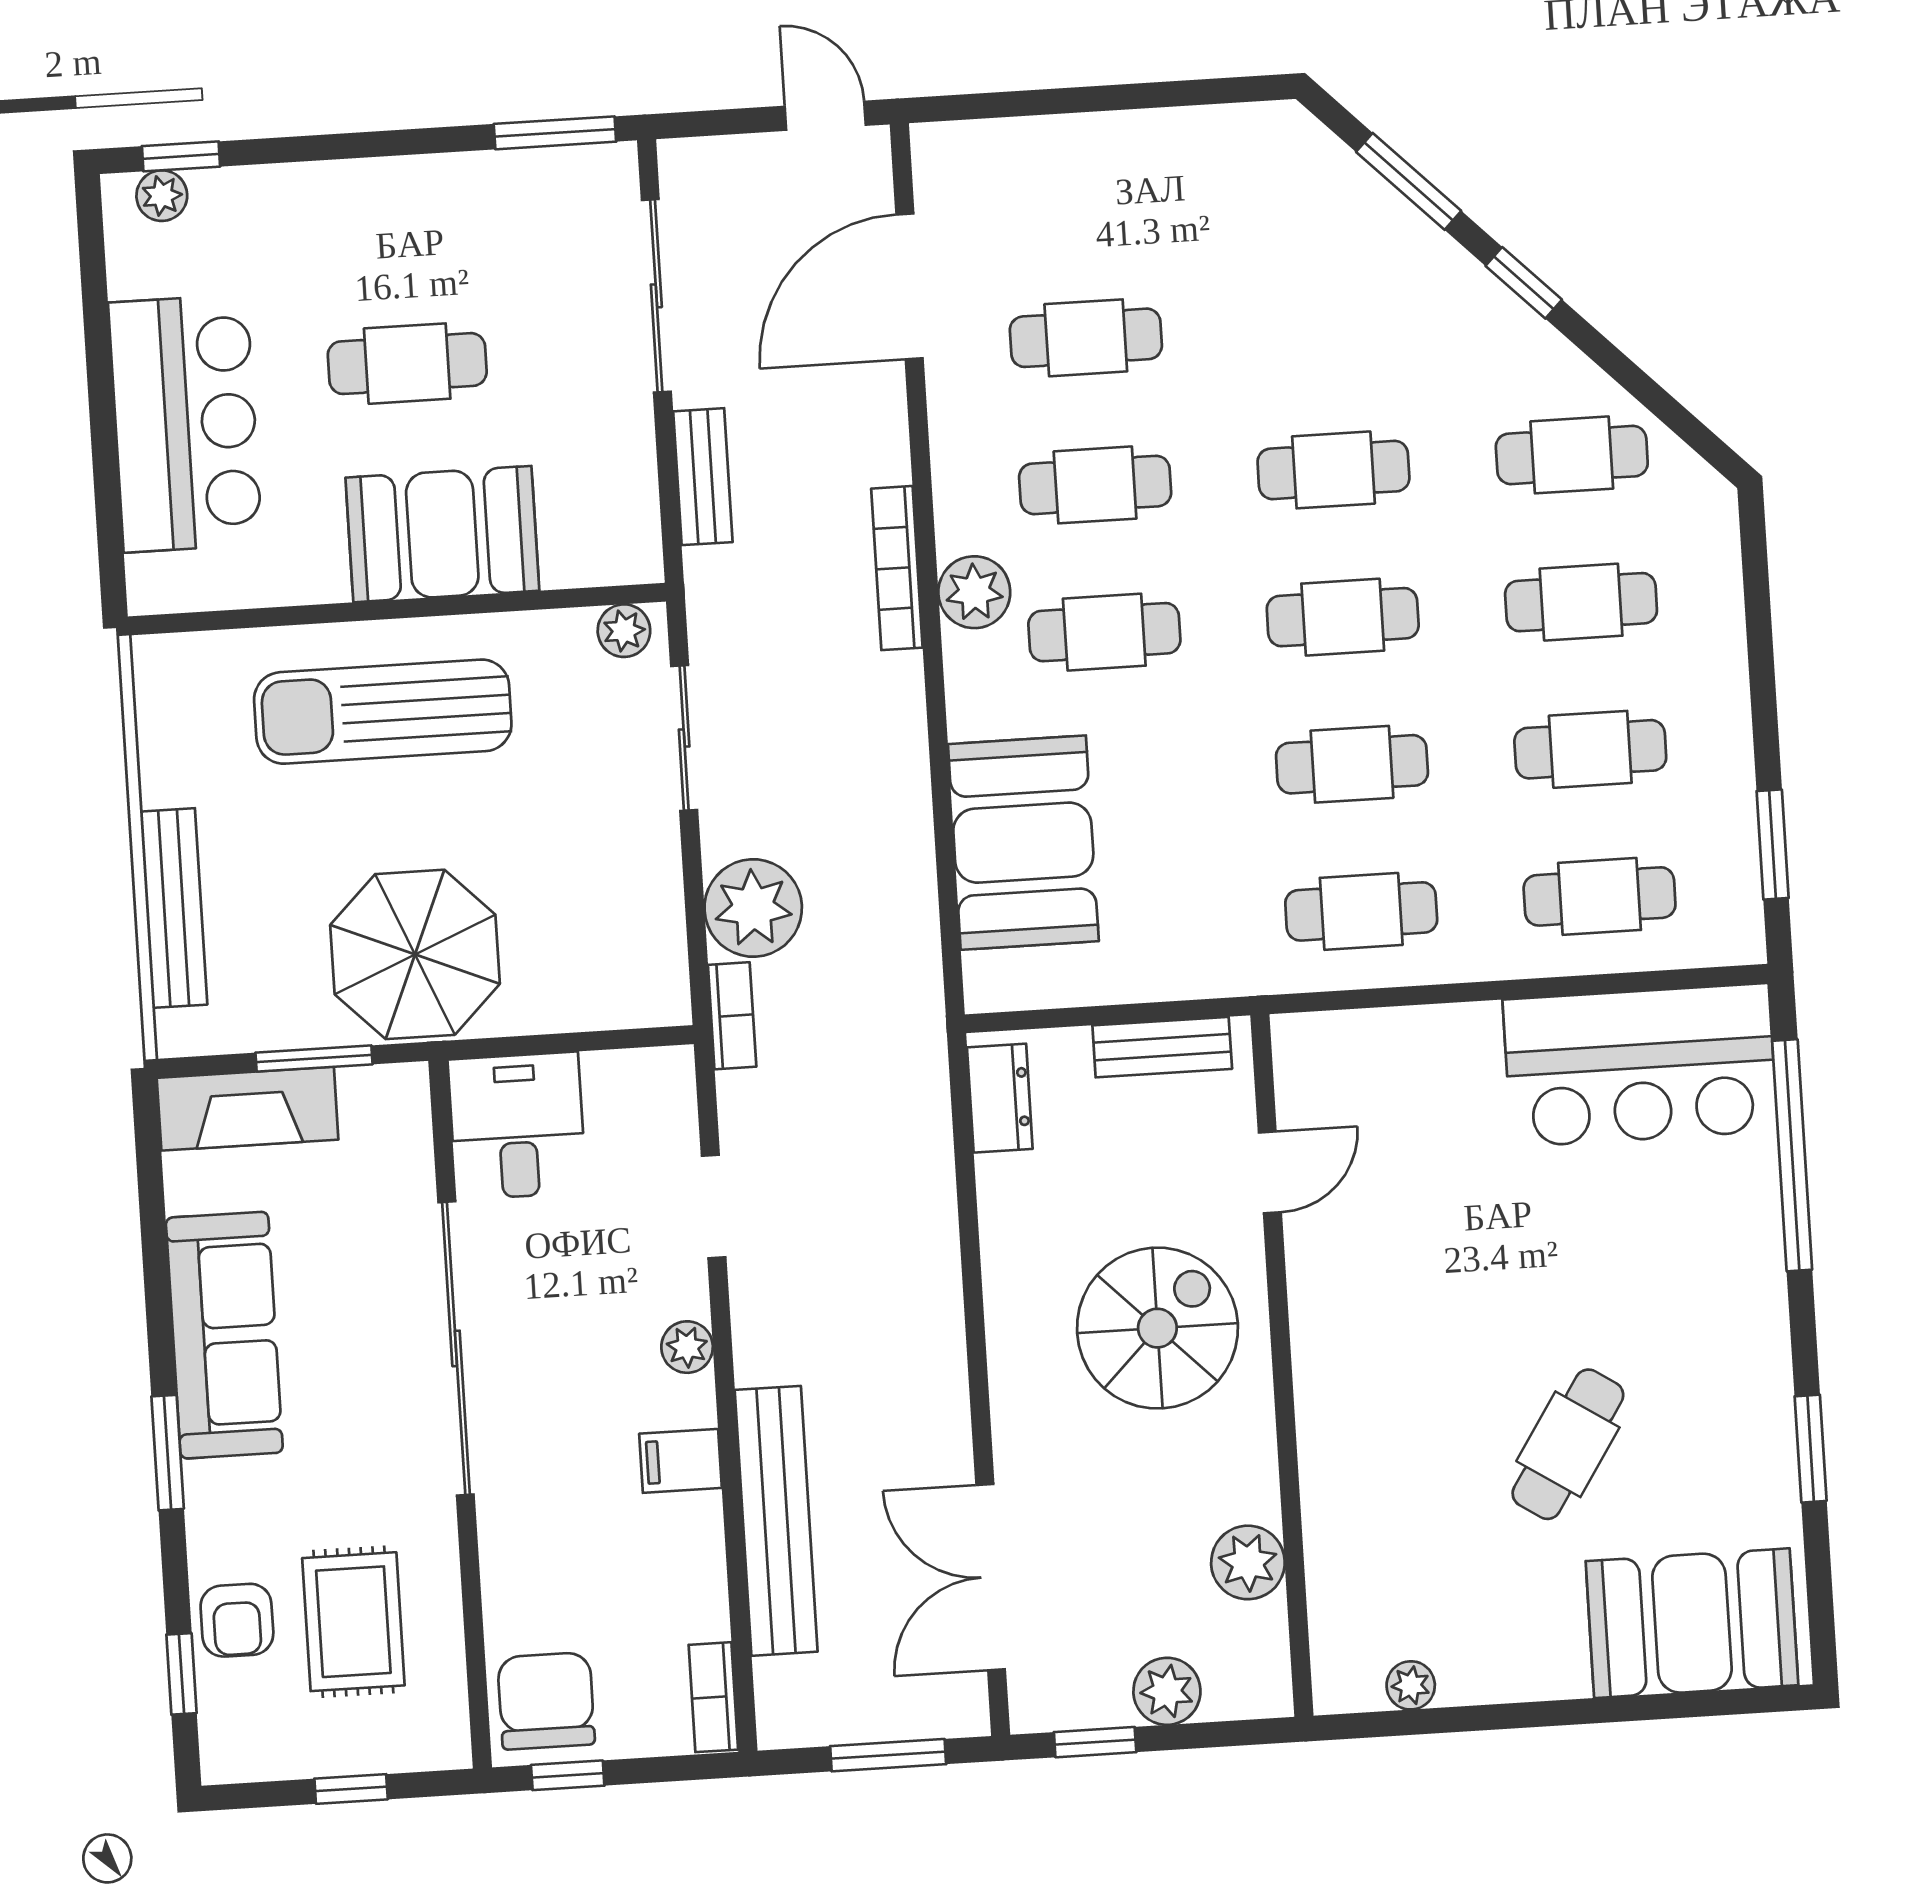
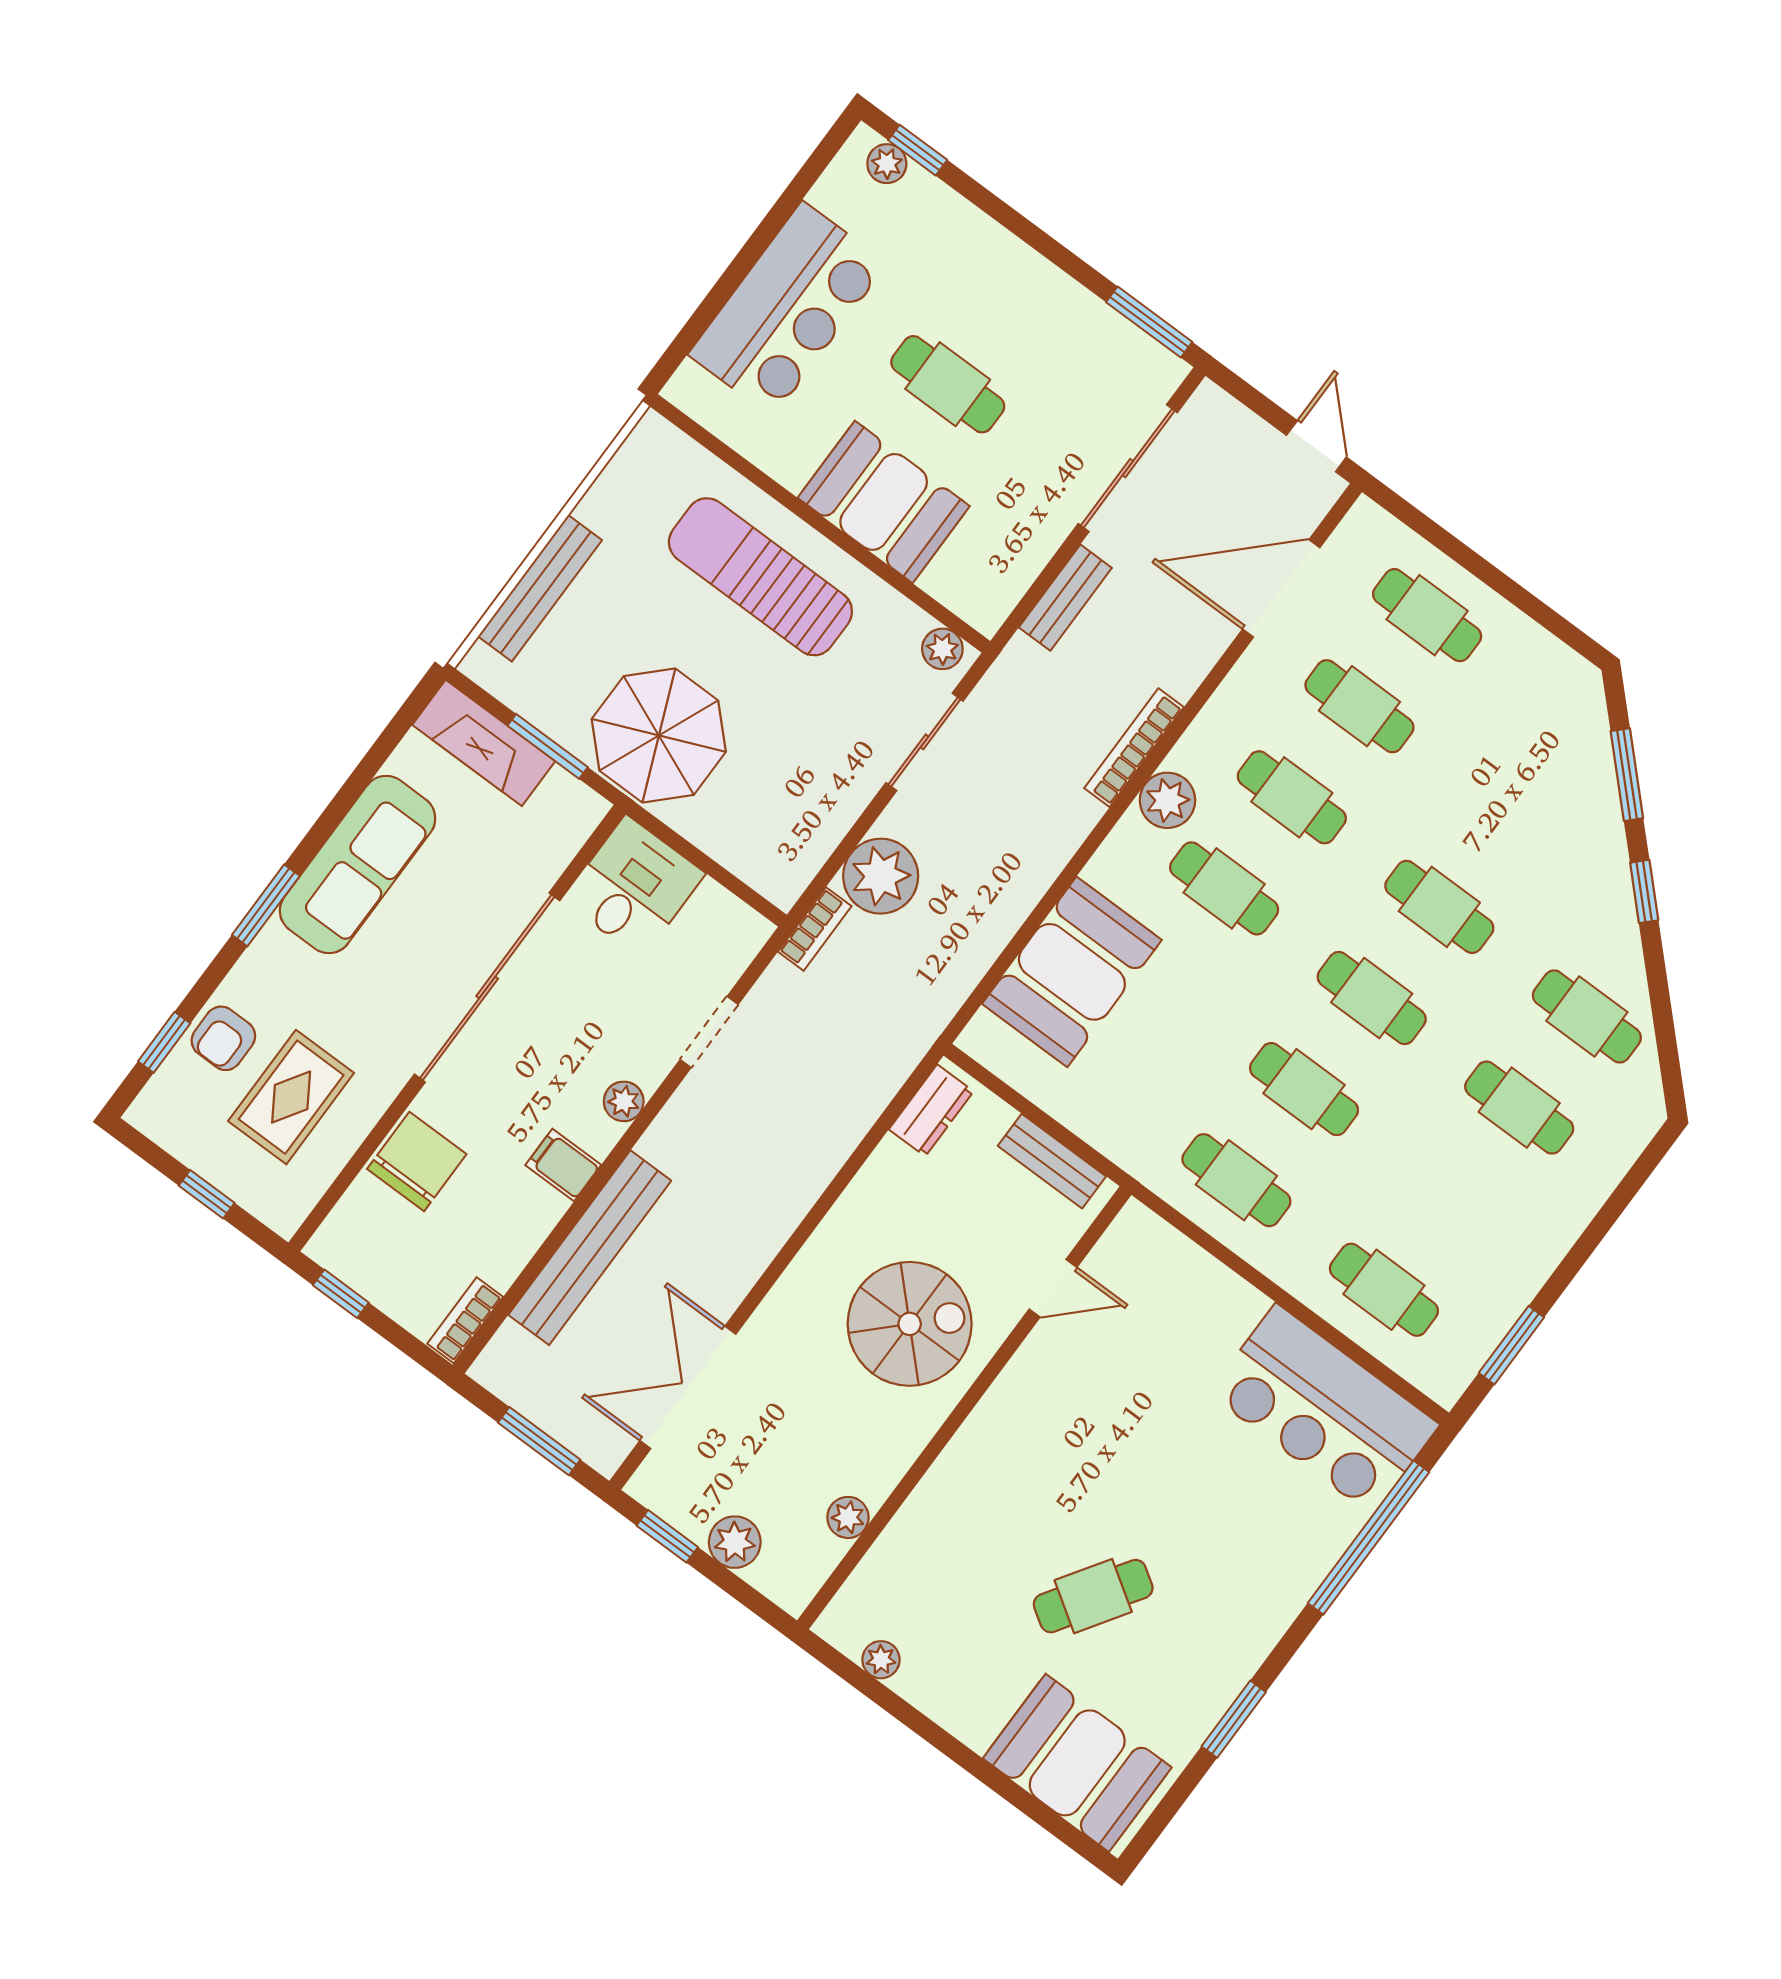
cafe table: (1590, 749) -> (1427, 615), moved
plant: (1248, 1562) -> (848, 1517), width x0.73, depth x0.73
chair: (546, 1701) -> (417, 1162), moved

